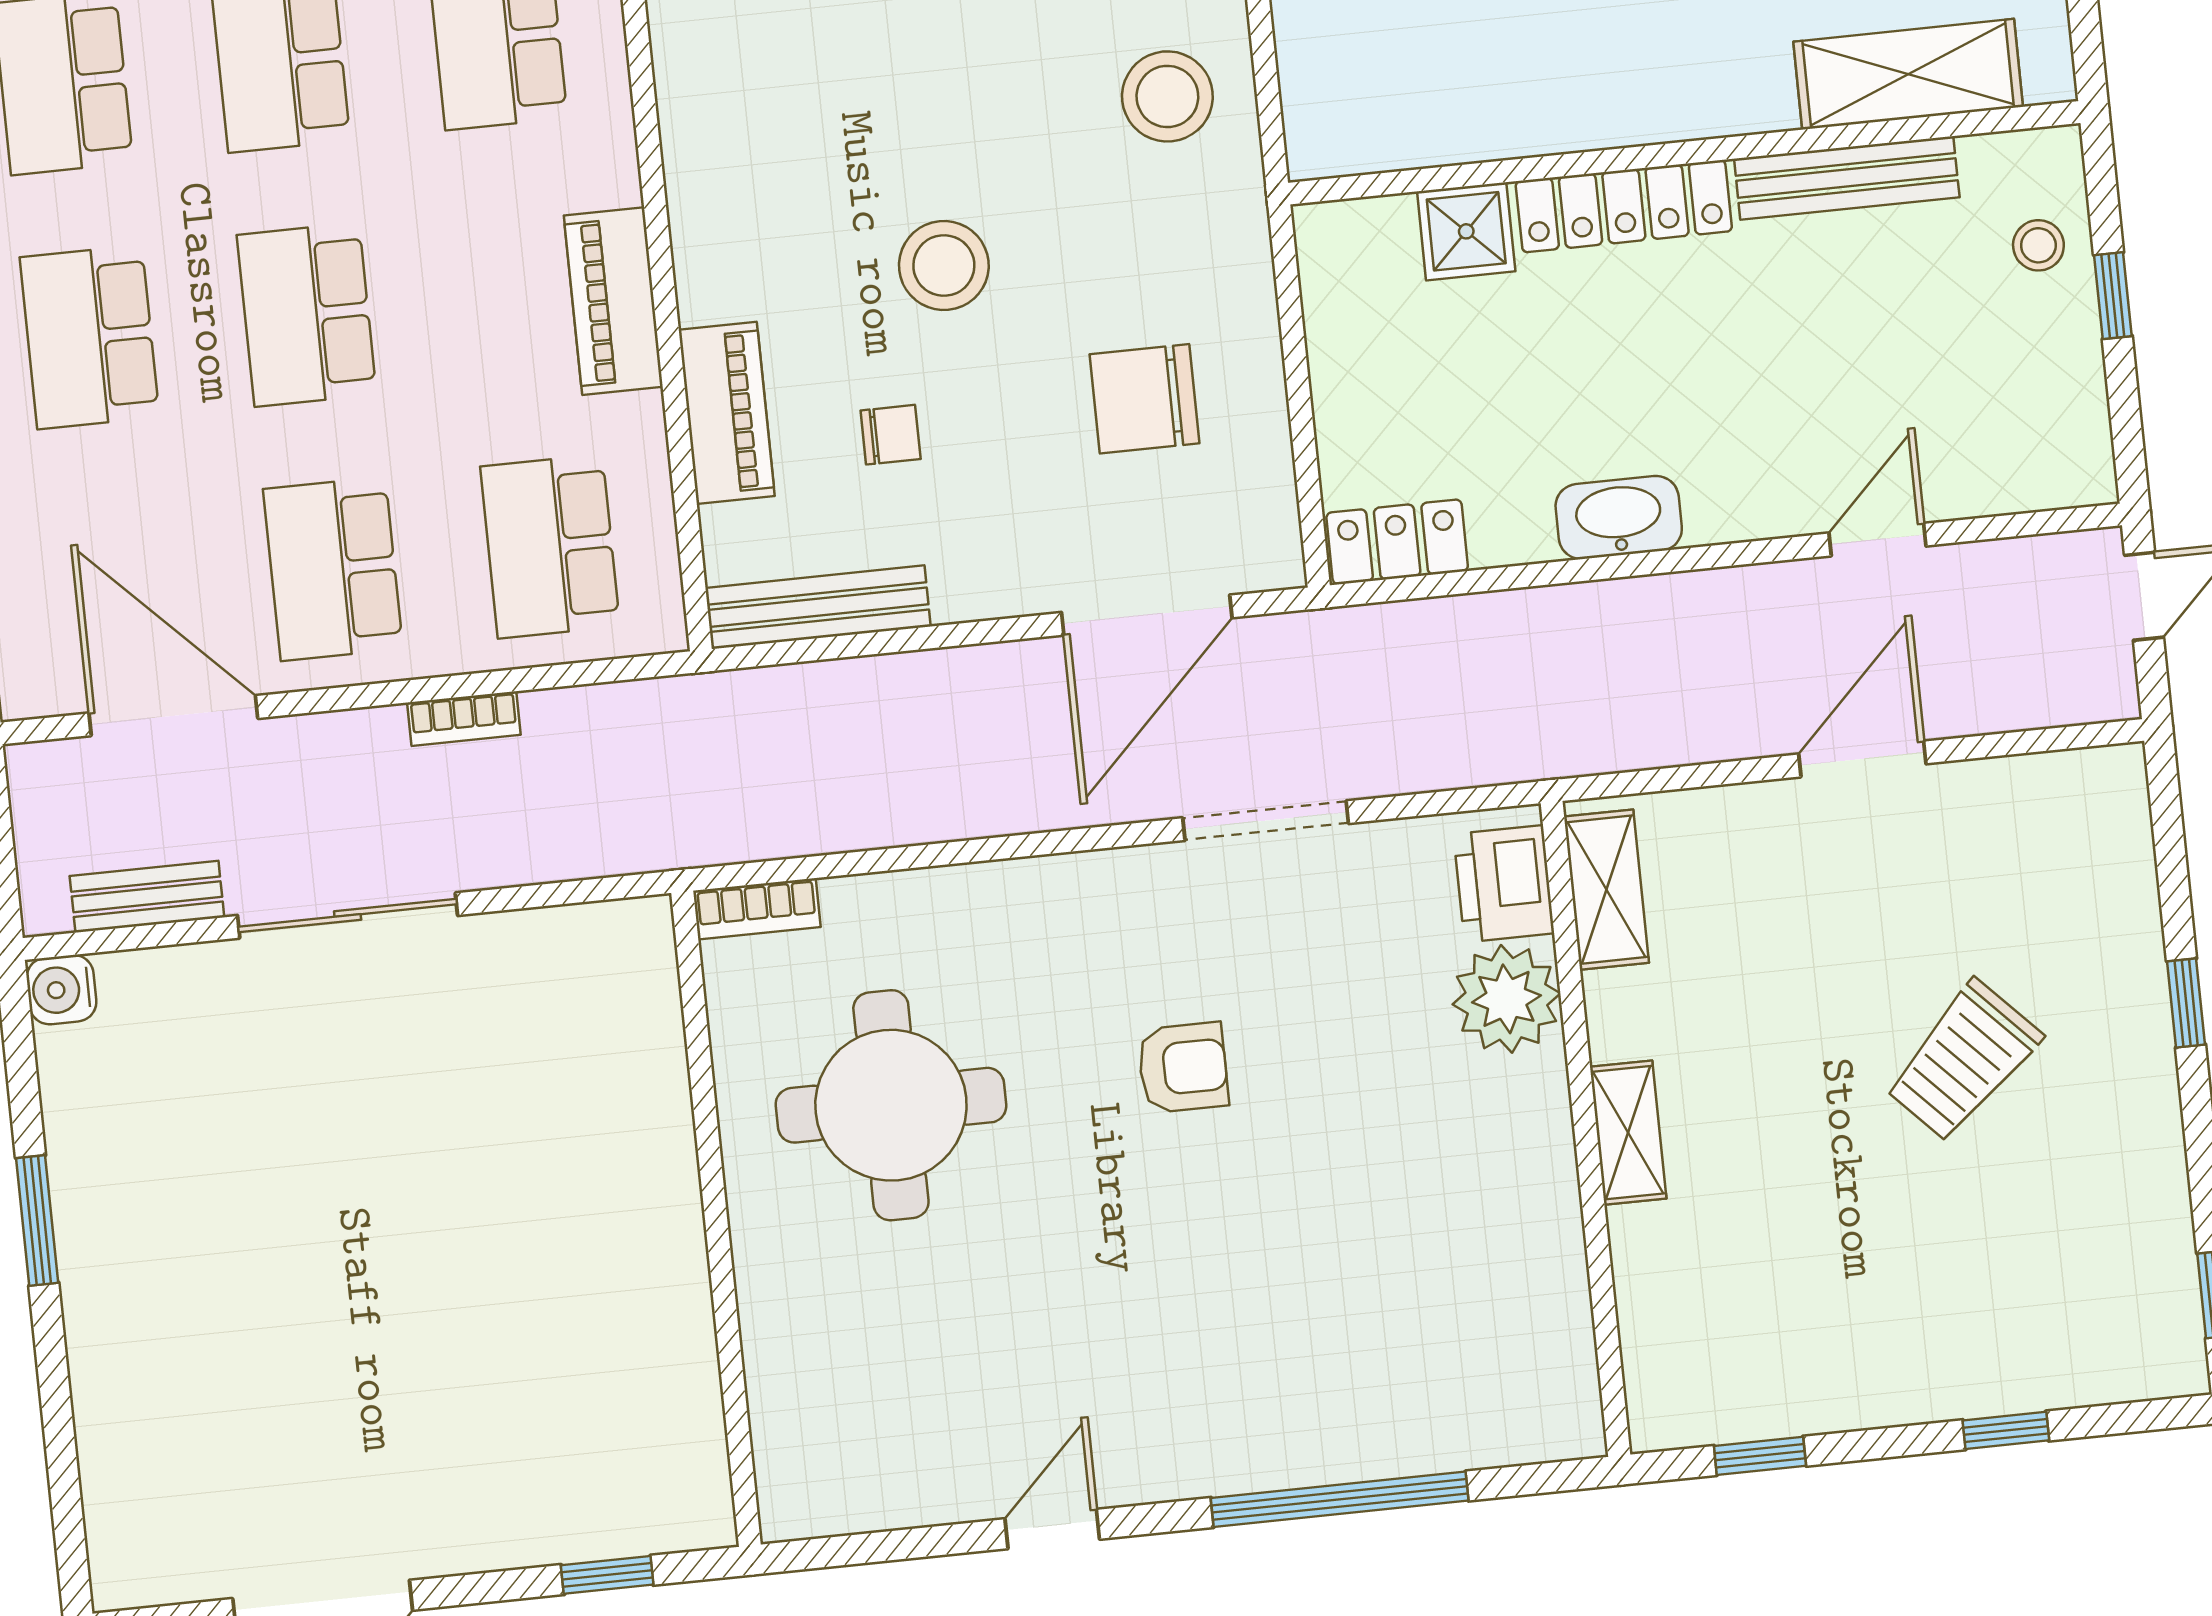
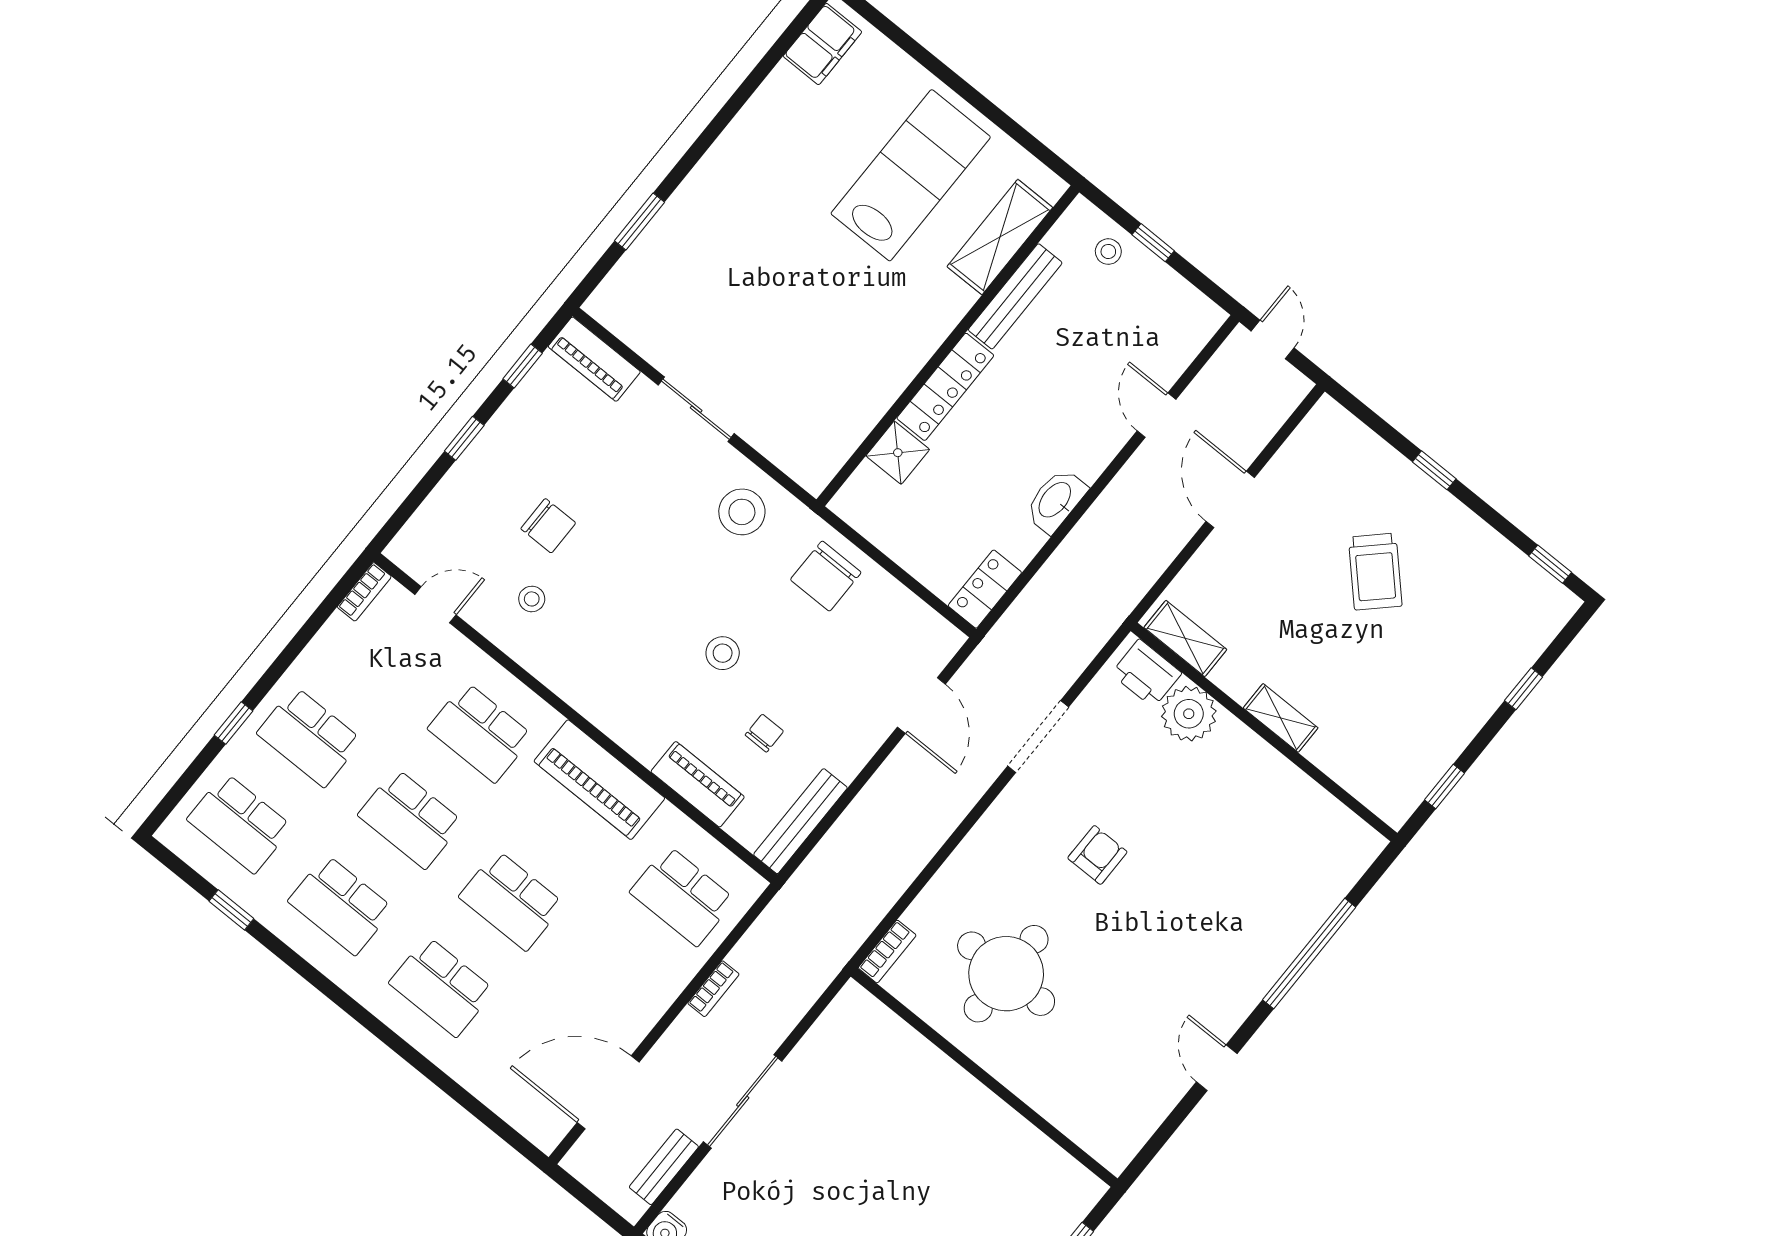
stool: (944, 265) -> (723, 653), width x0.73, depth x0.73
piano: (613, 301) -> (599, 780), width x1.37, depth x1.33
chair: (1144, 399) -> (826, 576), moved
school desk: (333, 569) -> (612, 982), removed
door: (1147, 615) -> (921, 706), width x0.73

